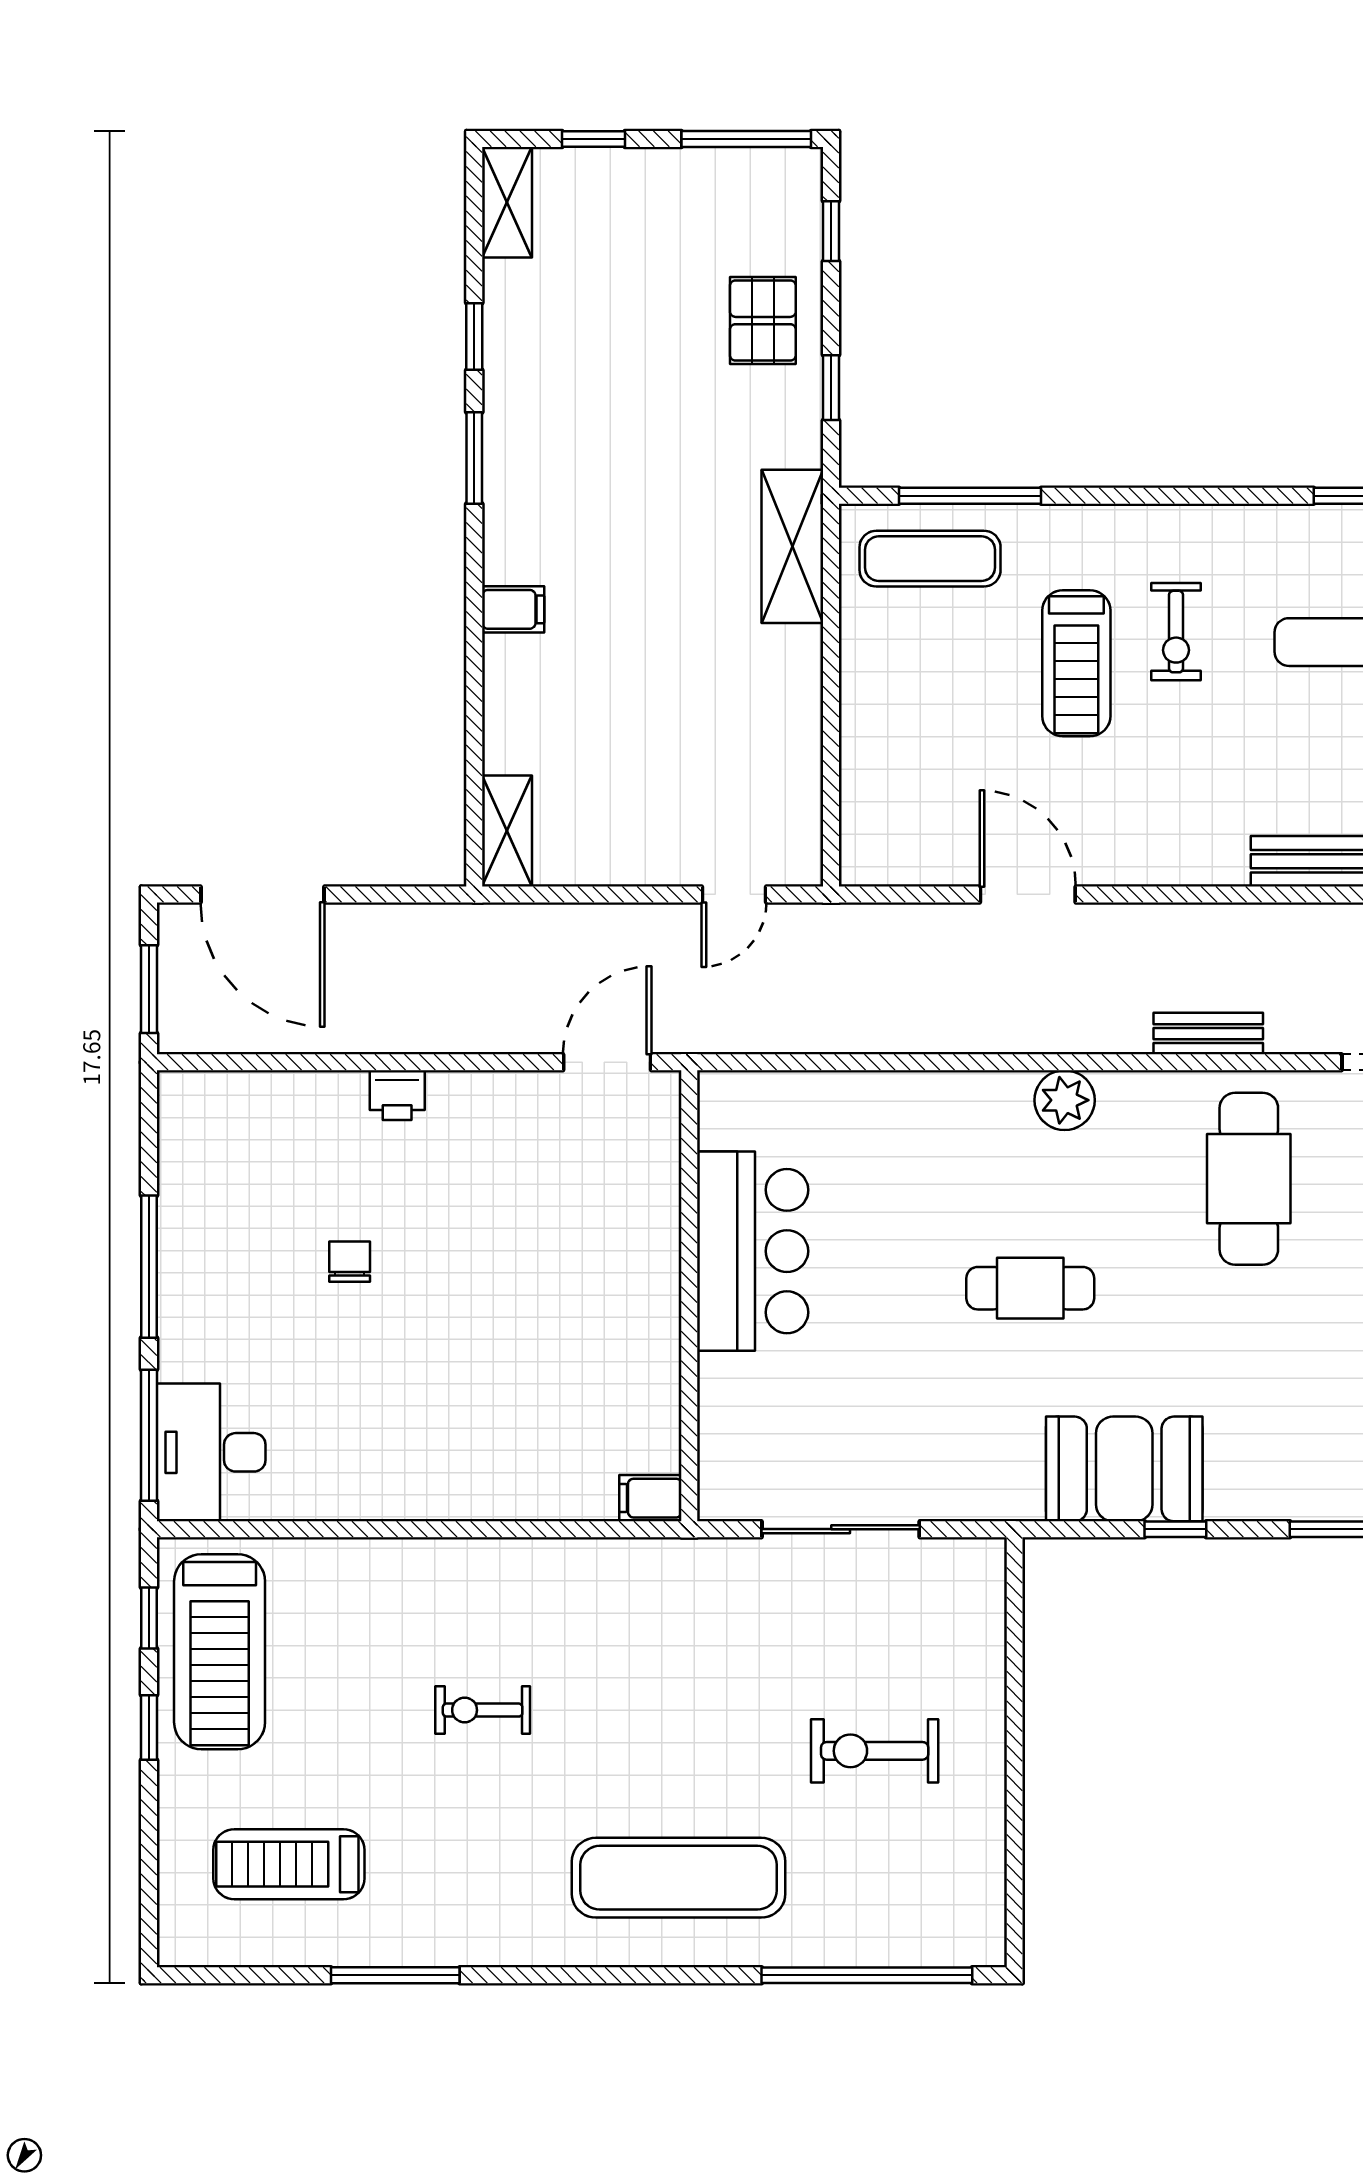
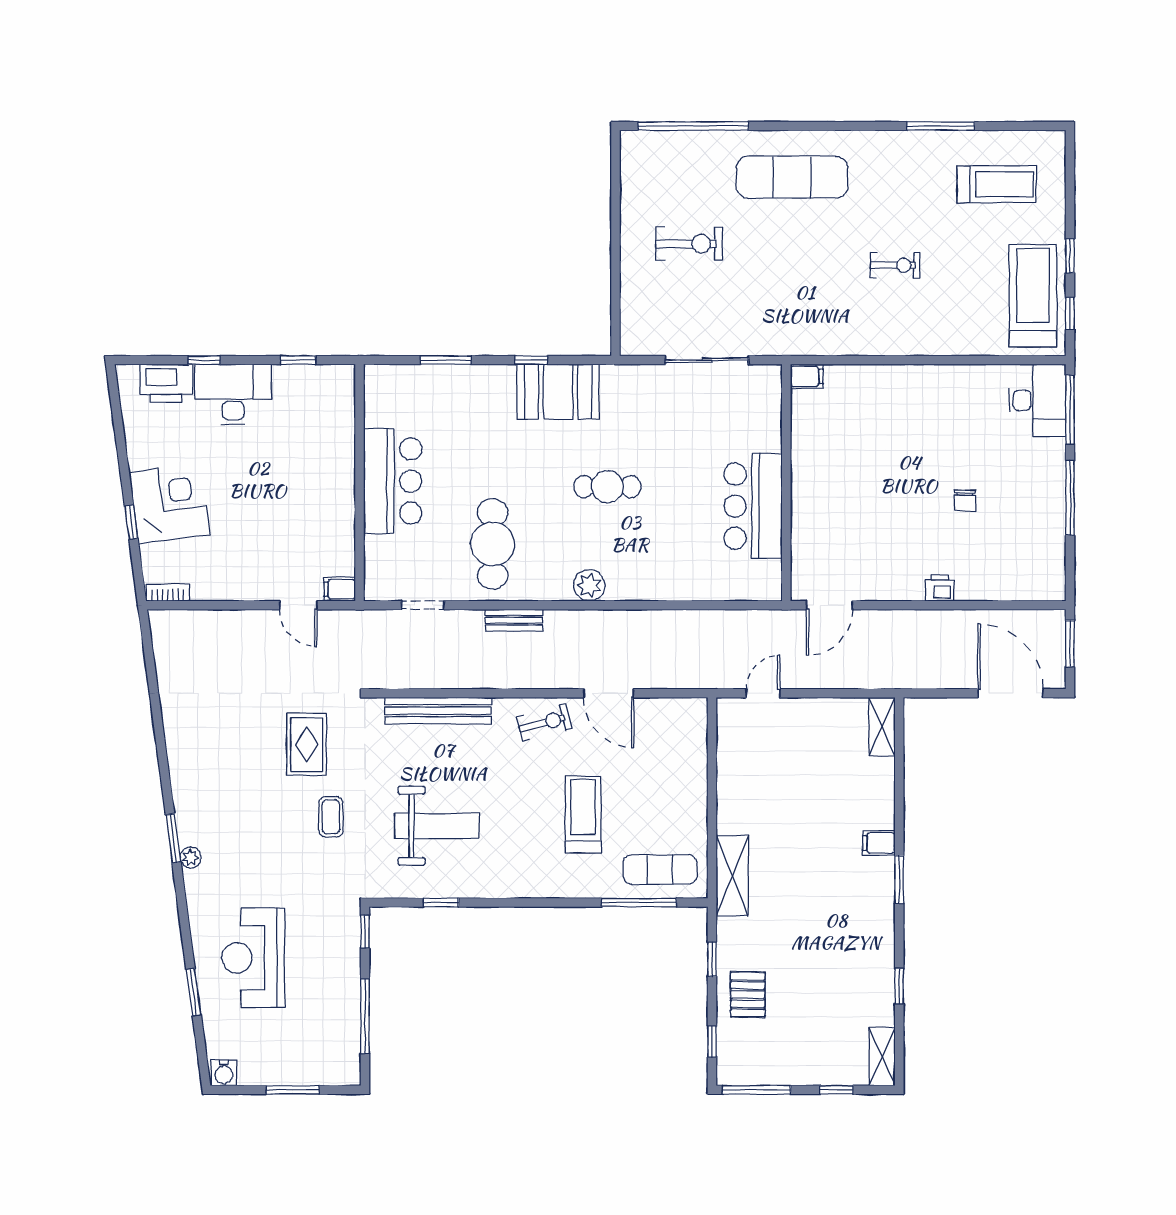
window: (474, 458) -> (899, 880), moved
exercise bike: (1176, 632) -> (544, 723), moved, turned 75

